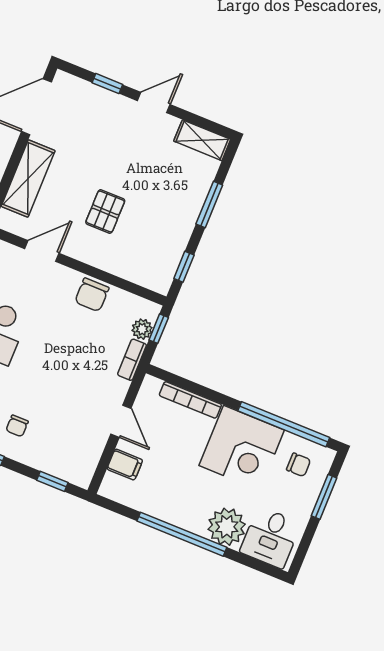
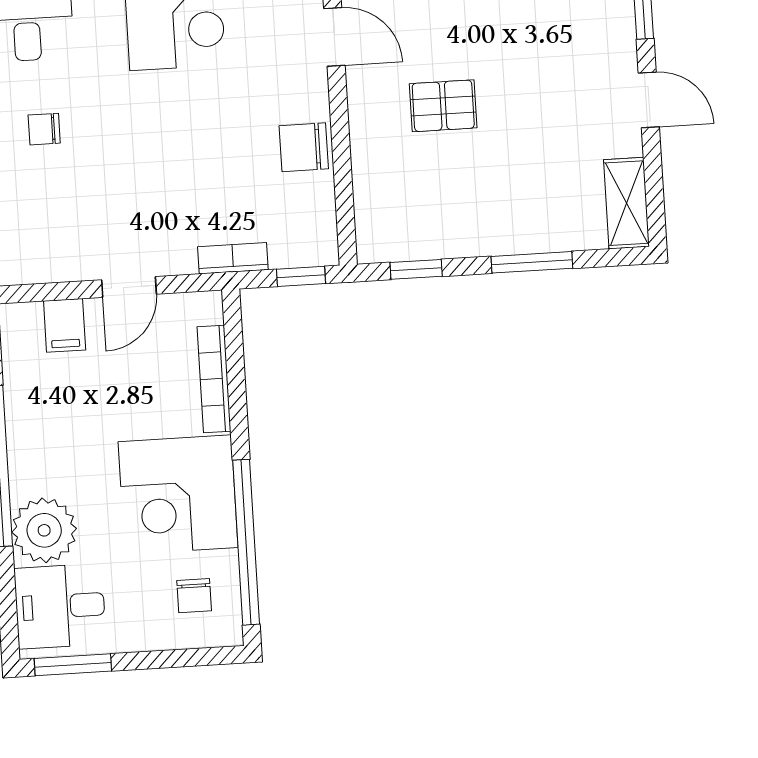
plant: (142, 329) -> (288, 251), removed
window: (324, 497) -> (73, 665), moved

